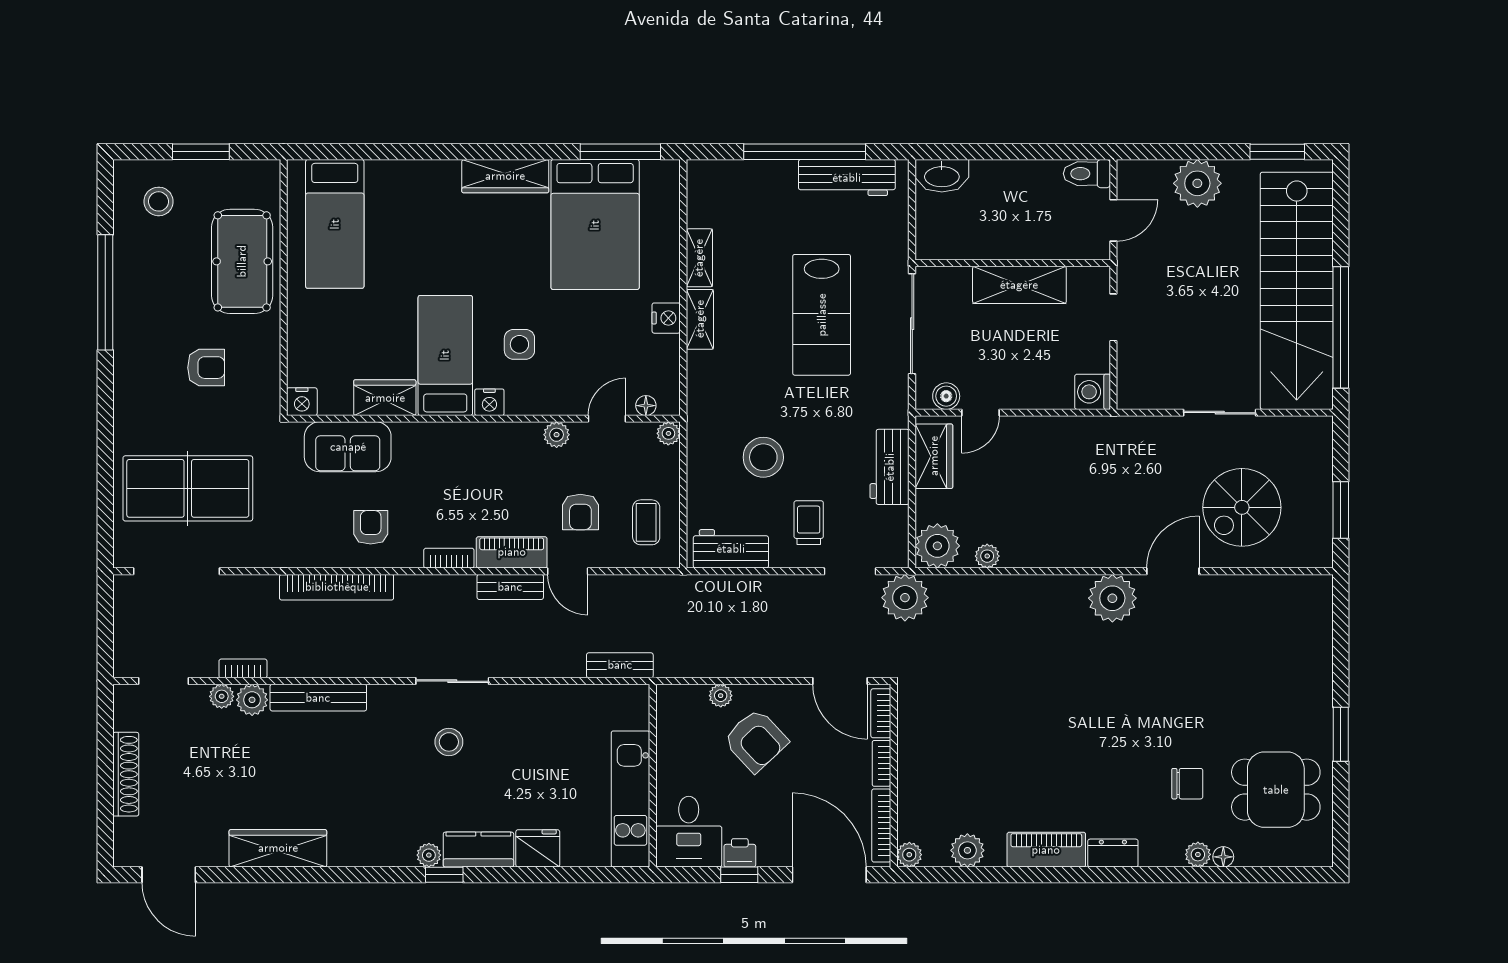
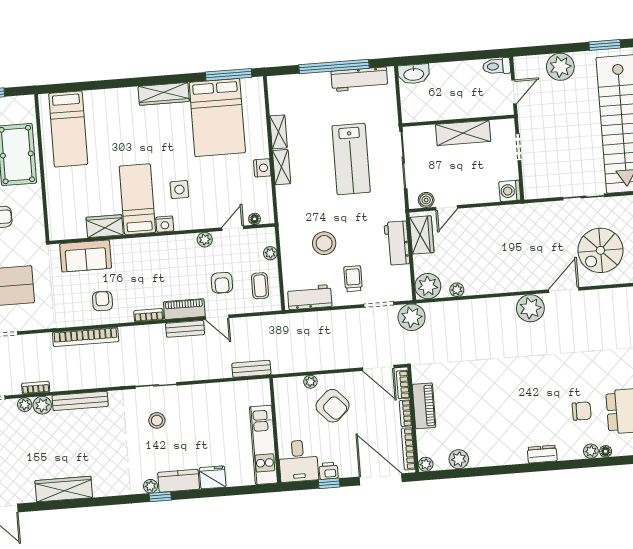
nightstand: (302, 402) -> (57, 232), removed
plant: (668, 433) -> (270, 253), moved
piano: (1046, 850) -> (424, 406), moved, turned 90

